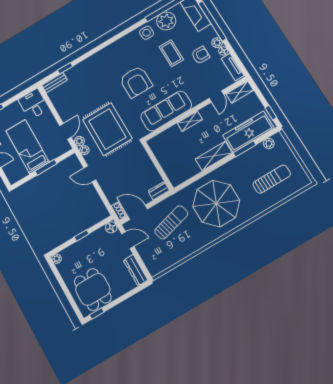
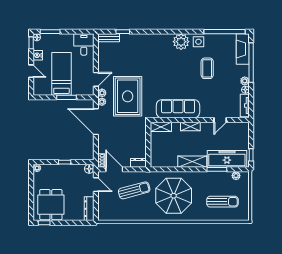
plant: (166, 21) -> (181, 42), moved
armchair: (200, 55) -> (227, 83), removed
armchair: (136, 82) -> (169, 74), removed
shelving: (240, 92) -> (161, 127), moved
door: (90, 174) -> (96, 122), width x1.87

